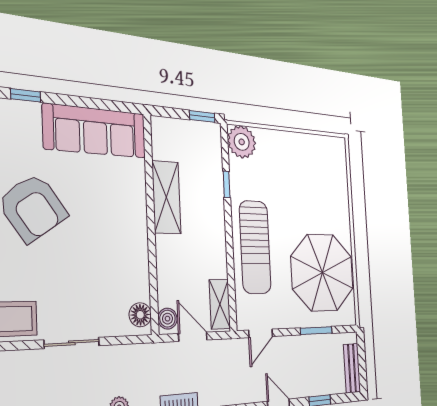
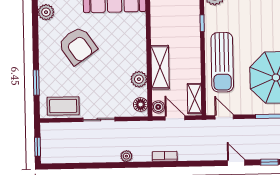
shelving: (166, 197) -> (160, 67), moved
plant: (137, 271) -> (139, 79), added
door: (261, 333) -> (224, 117), swing flipped

